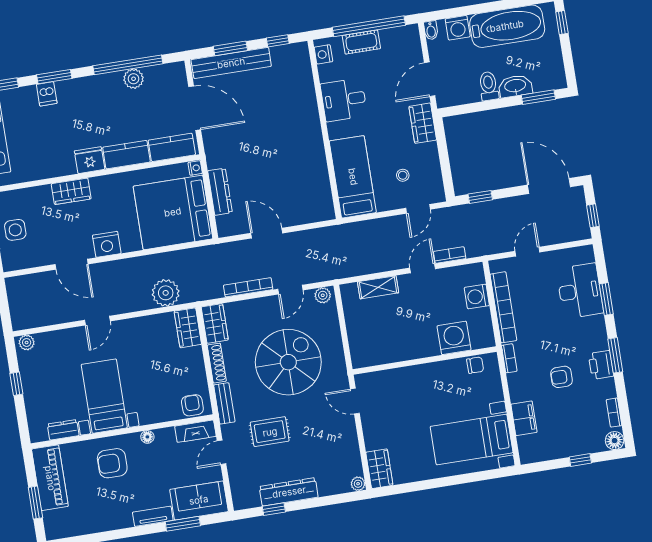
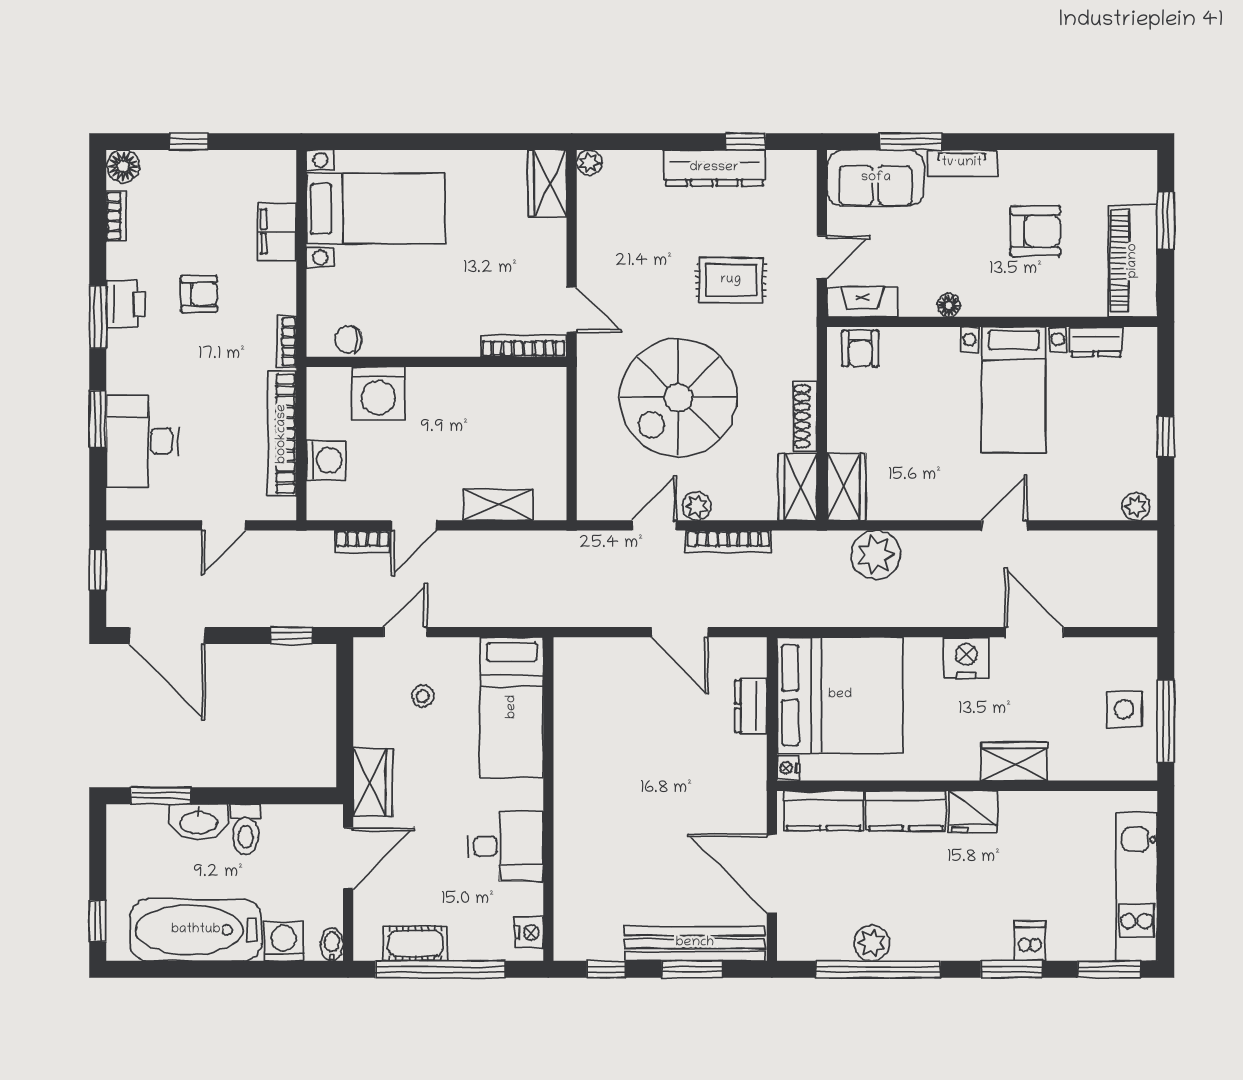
cot: (361, 42) -> (415, 944), moved
dresser: (220, 192) -> (751, 706), width x0.70
plant: (323, 295) -> (697, 506), moved
bookcase: (378, 377) -> (523, 346), added
bench: (224, 403) -> (803, 343), removed
armchair: (112, 463) -> (1035, 231), moved

